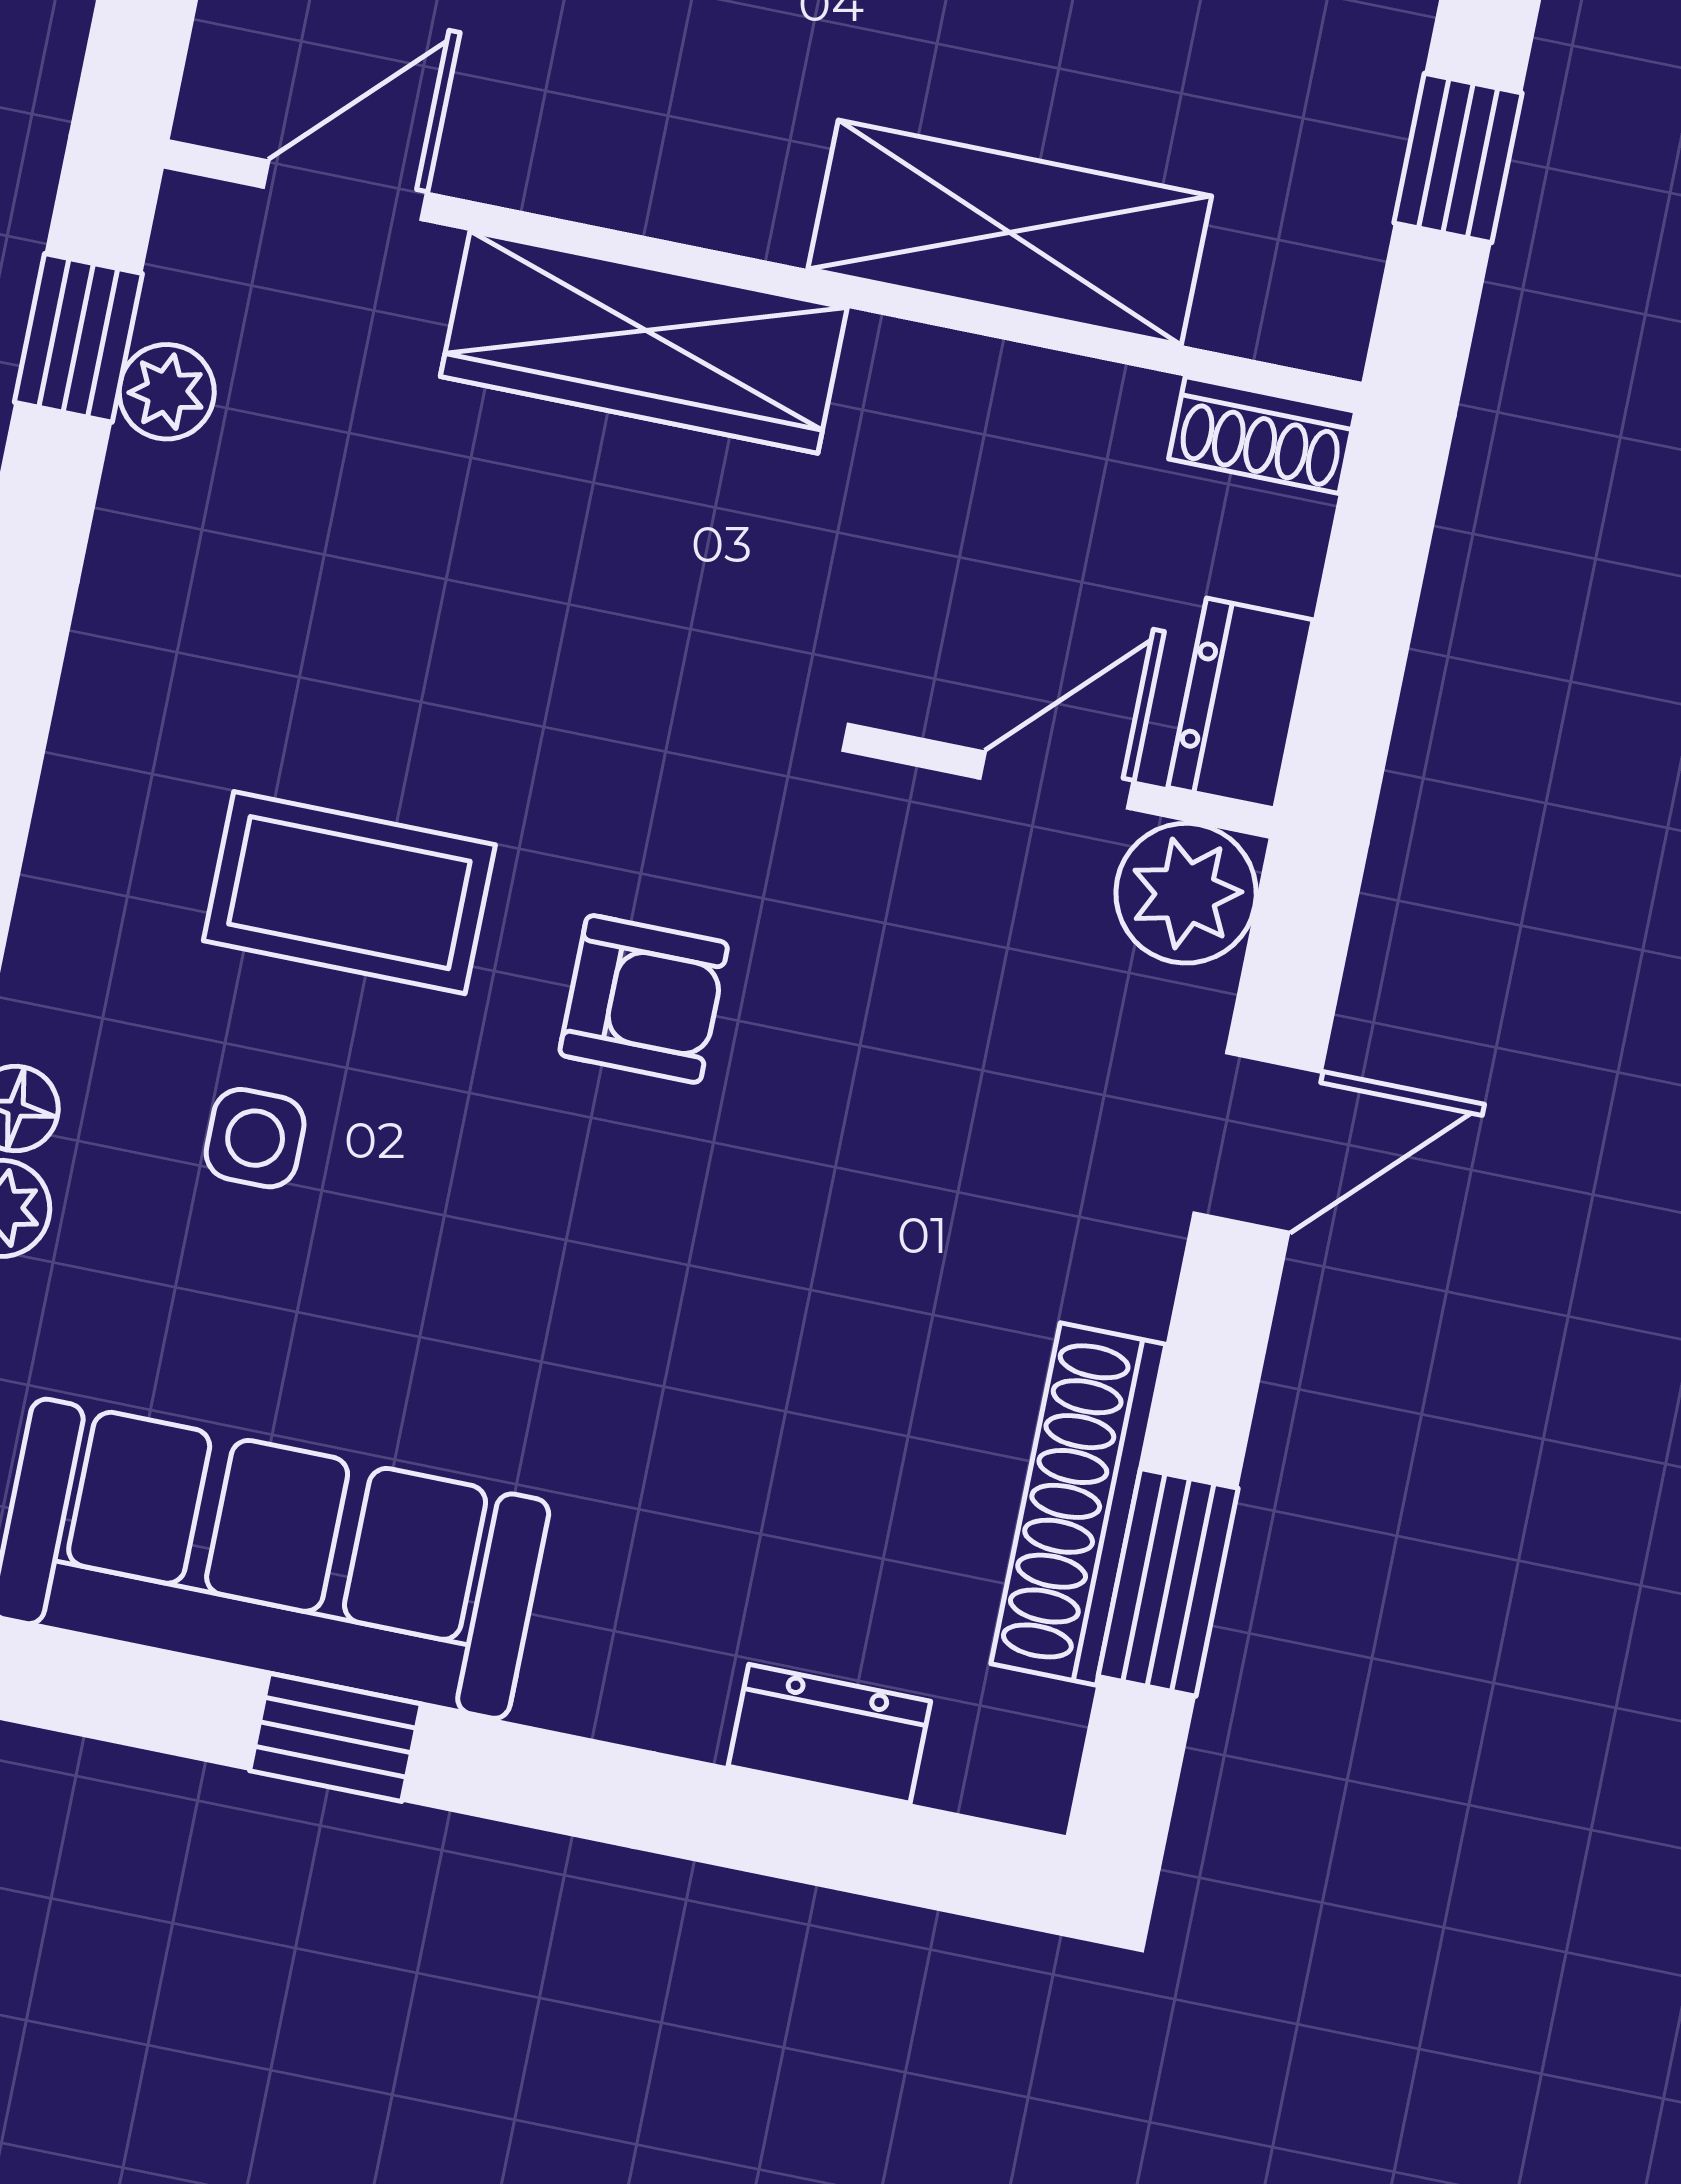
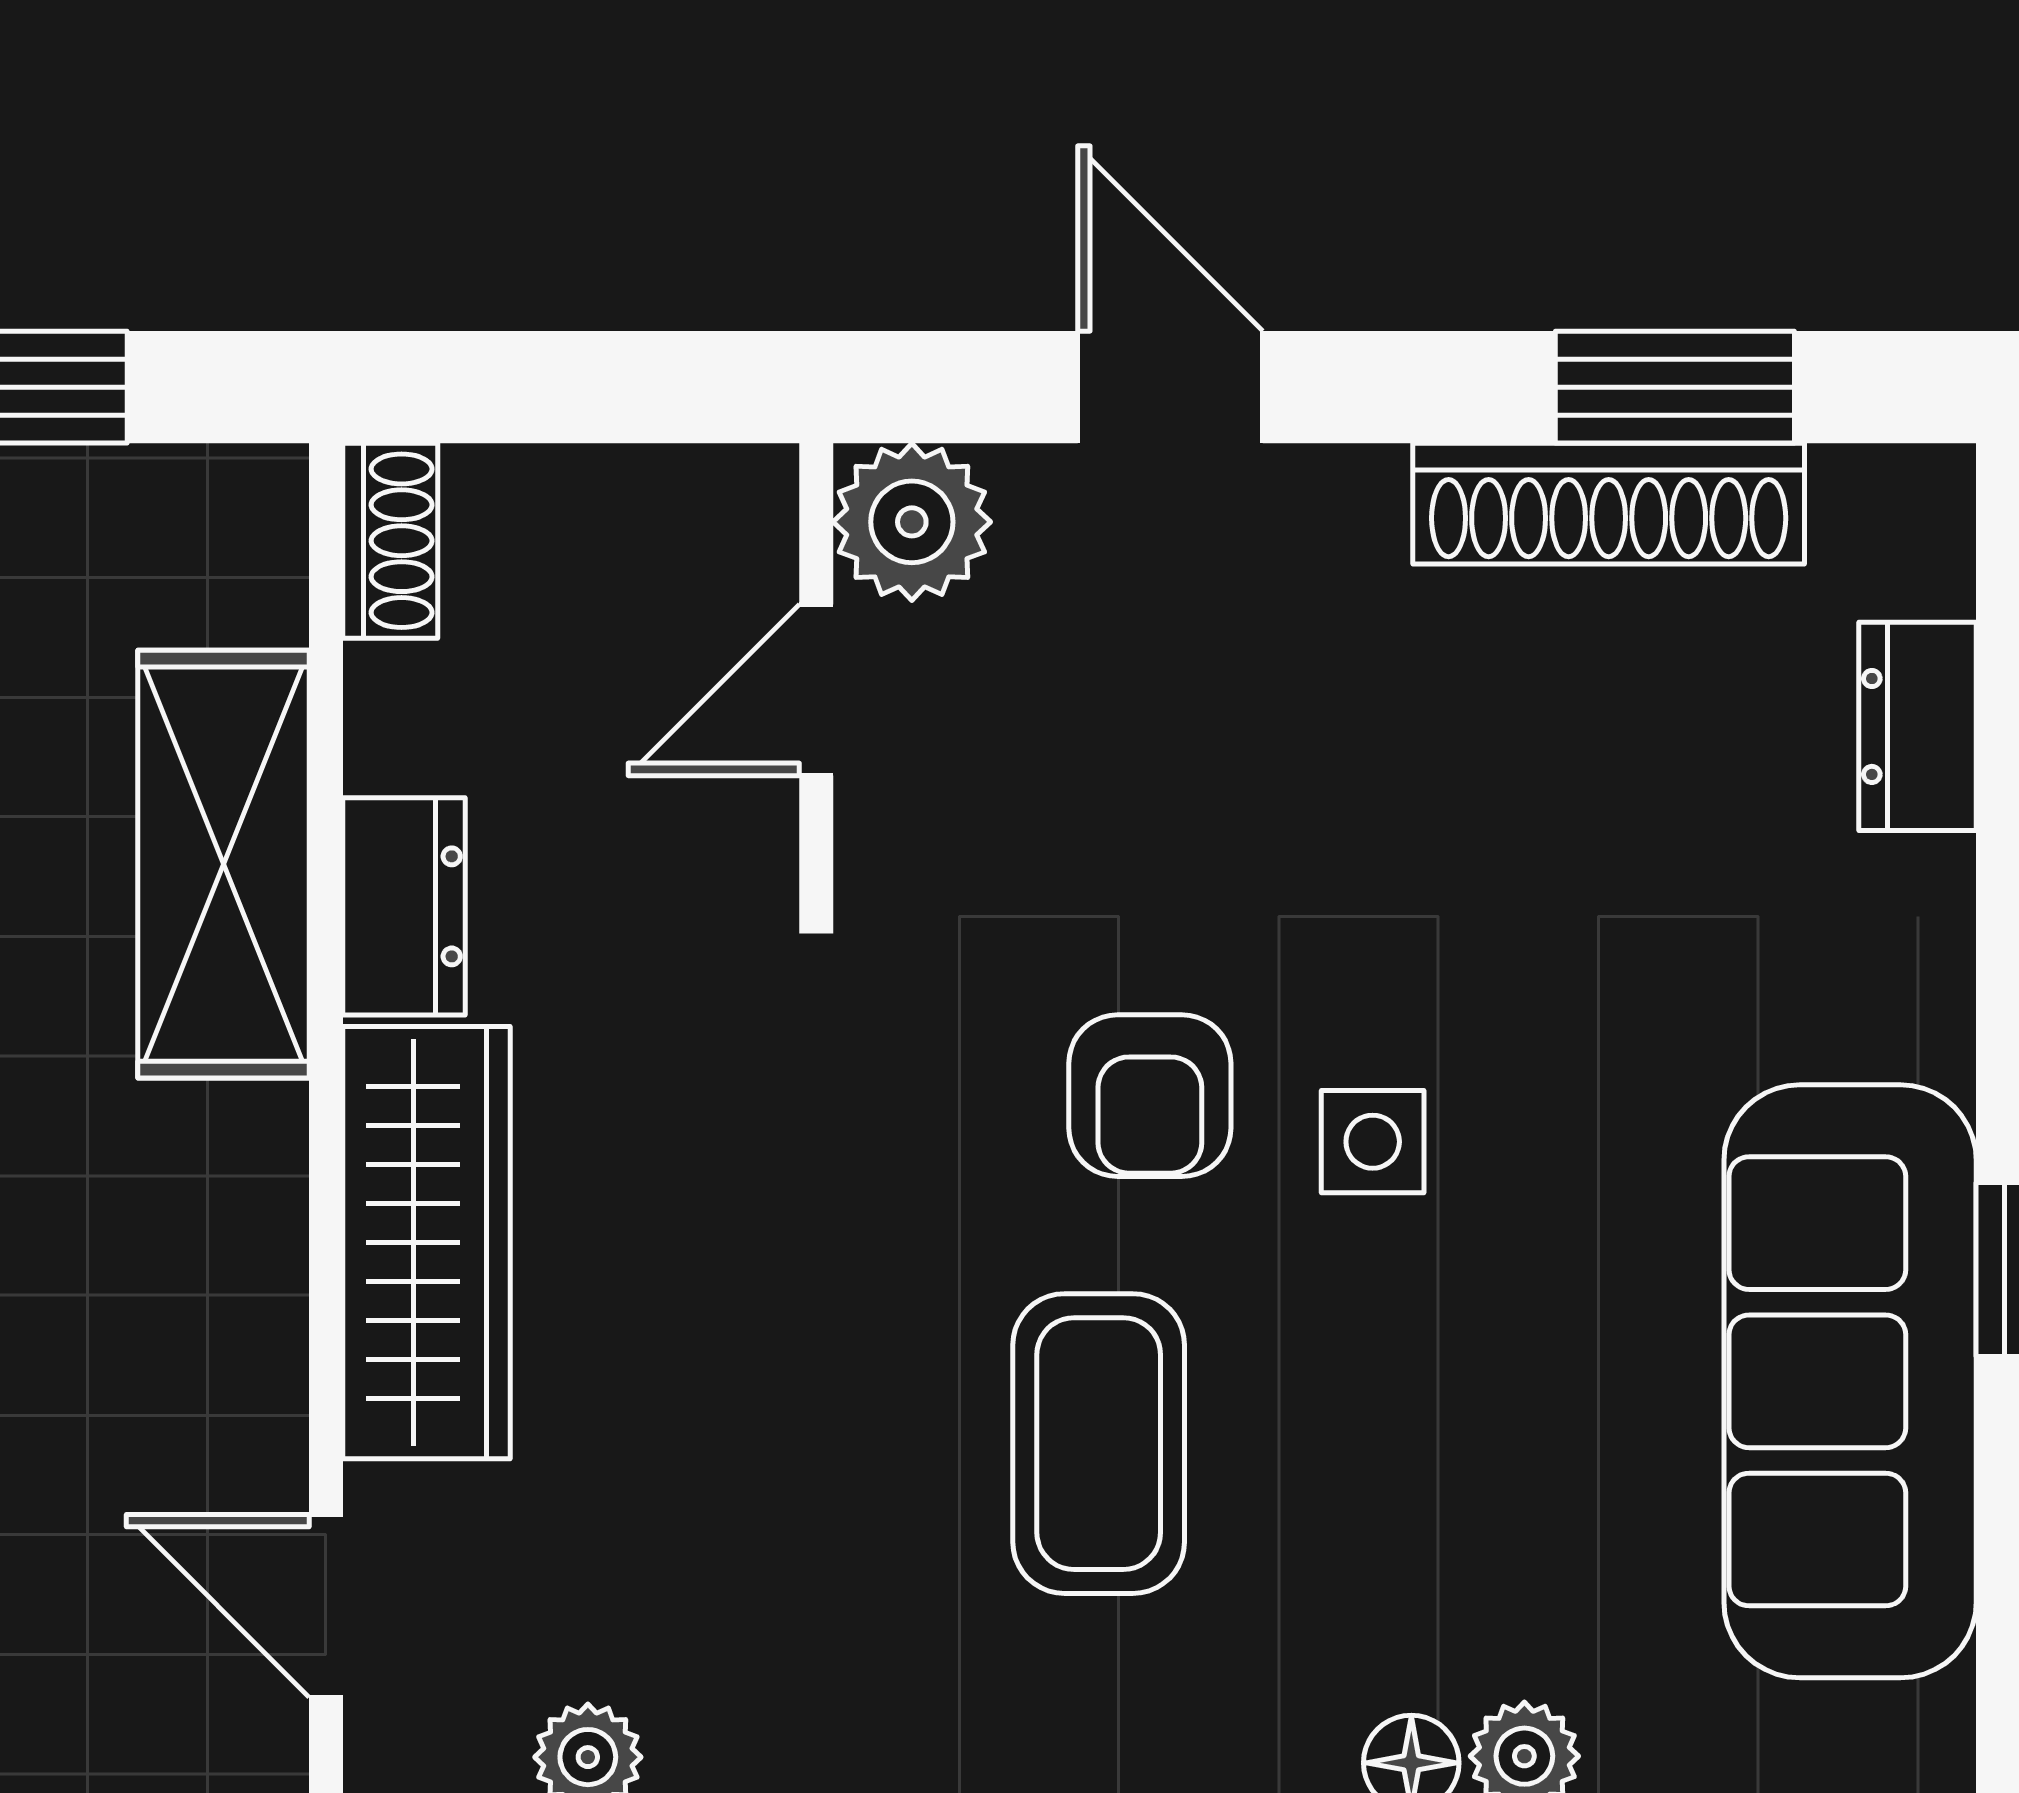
dresser: (1241, 704) -> (404, 906), moved, turned -90
door: (1056, 780) -> (816, 690), hinge flipped
armchair: (644, 999) -> (1150, 1096), turned 180
side table: (255, 1138) -> (1373, 1142), moved

